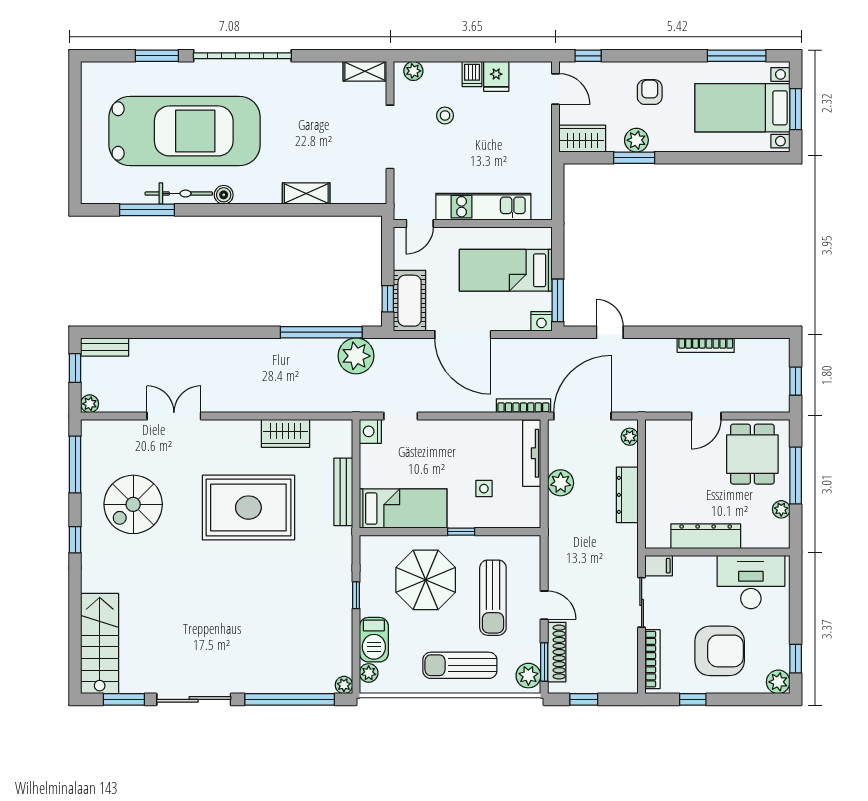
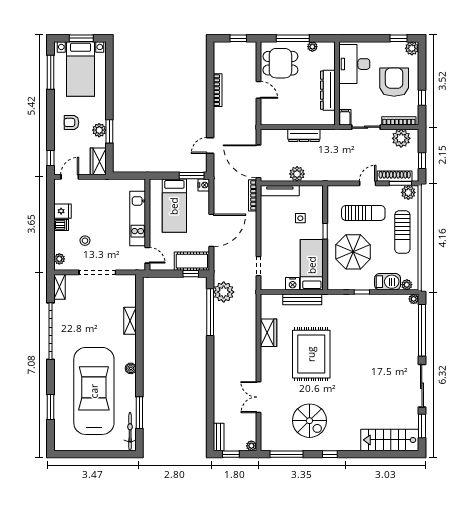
garage door: (242, 56) -> (51, 331), moved
bicycle: (179, 194) -> (130, 431), moved
nightstand: (370, 431) -> (293, 284), moved
plant: (630, 437) -> (401, 138), moved, width x1.88, depth x1.88

